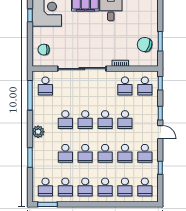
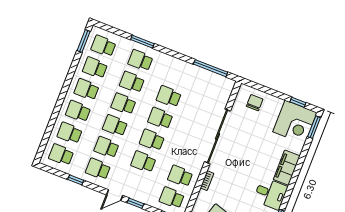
school desk: (45, 86) -> (140, 60), moved
plant: (38, 132) -> (167, 62), removed

